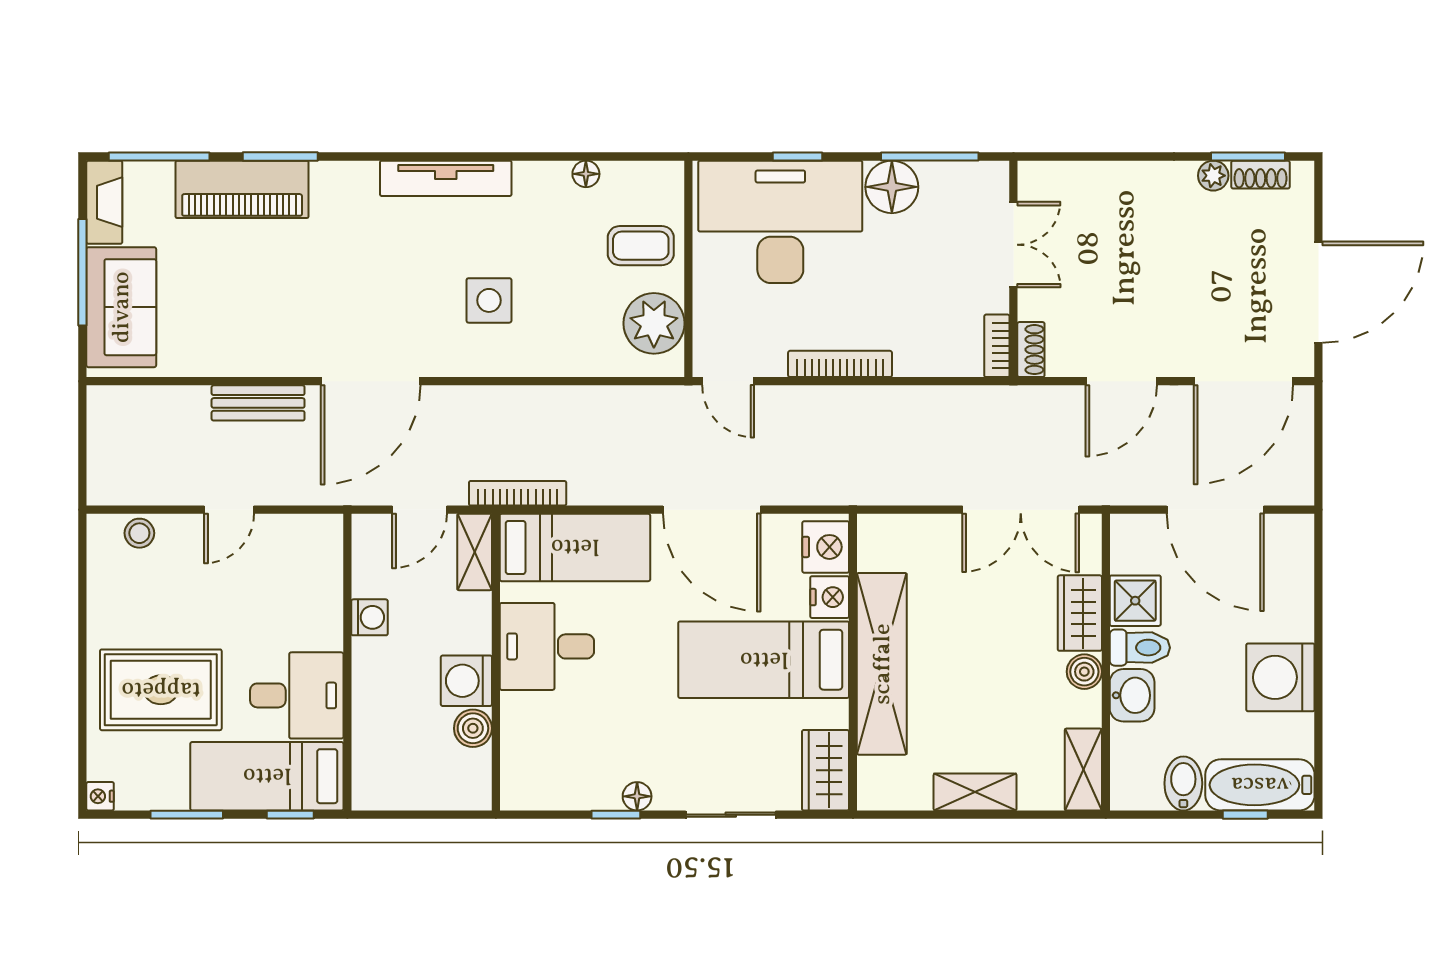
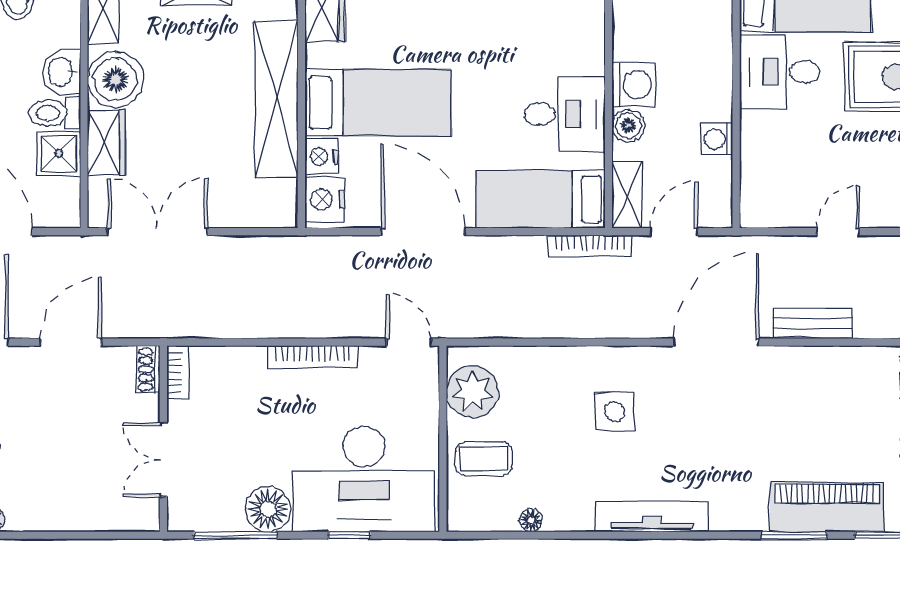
boiler: (1084, 672) -> (115, 79), width x1.86, depth x1.86
boiler: (473, 728) -> (628, 125), moved

